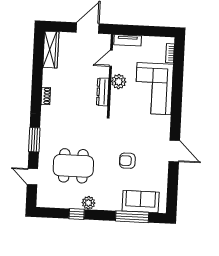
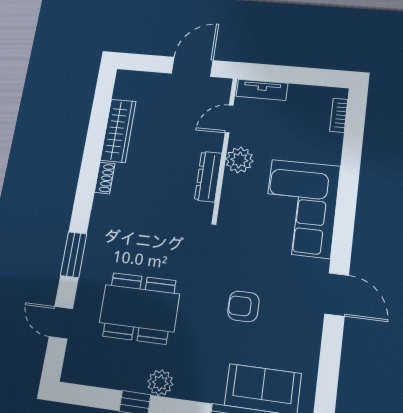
wardrobe: (51, 50) -> (118, 131), moved
corner sofa: (154, 89) -> (301, 208), moved

